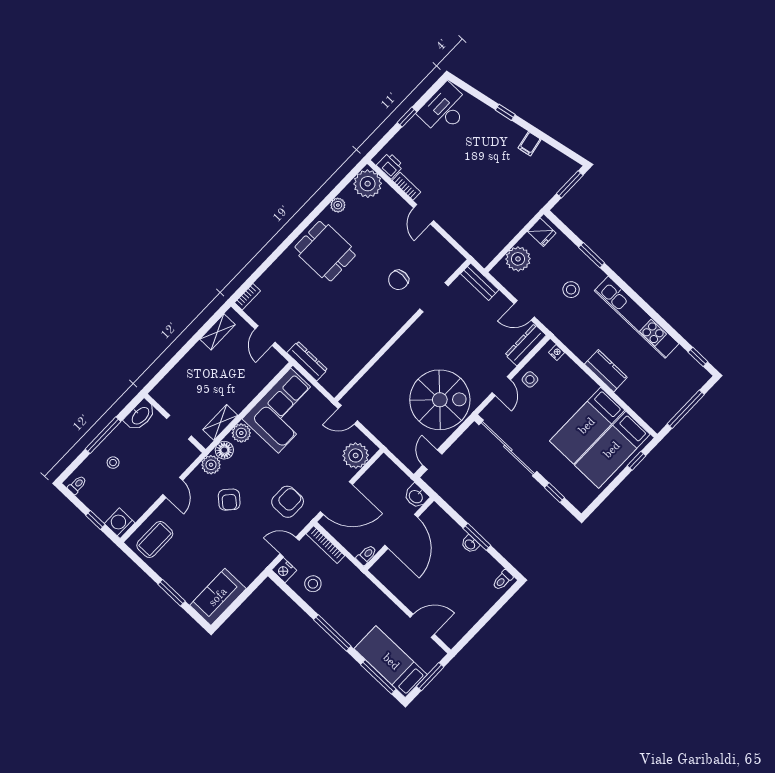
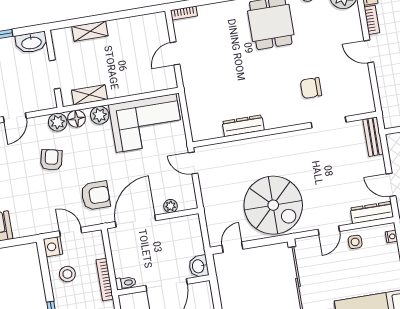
door: (424, 214) -> (369, 52), hinge flipped
shelving: (218, 332) -> (90, 31), moved
dresser: (307, 361) -> (243, 126), moved, turned -90
plant: (356, 455) -> (171, 206), width x0.53, depth x0.53
door: (336, 498) -> (135, 221), swing flipped
armchair: (229, 500) -> (51, 160), turned 151
bookcase: (325, 545) -> (105, 279), moved

